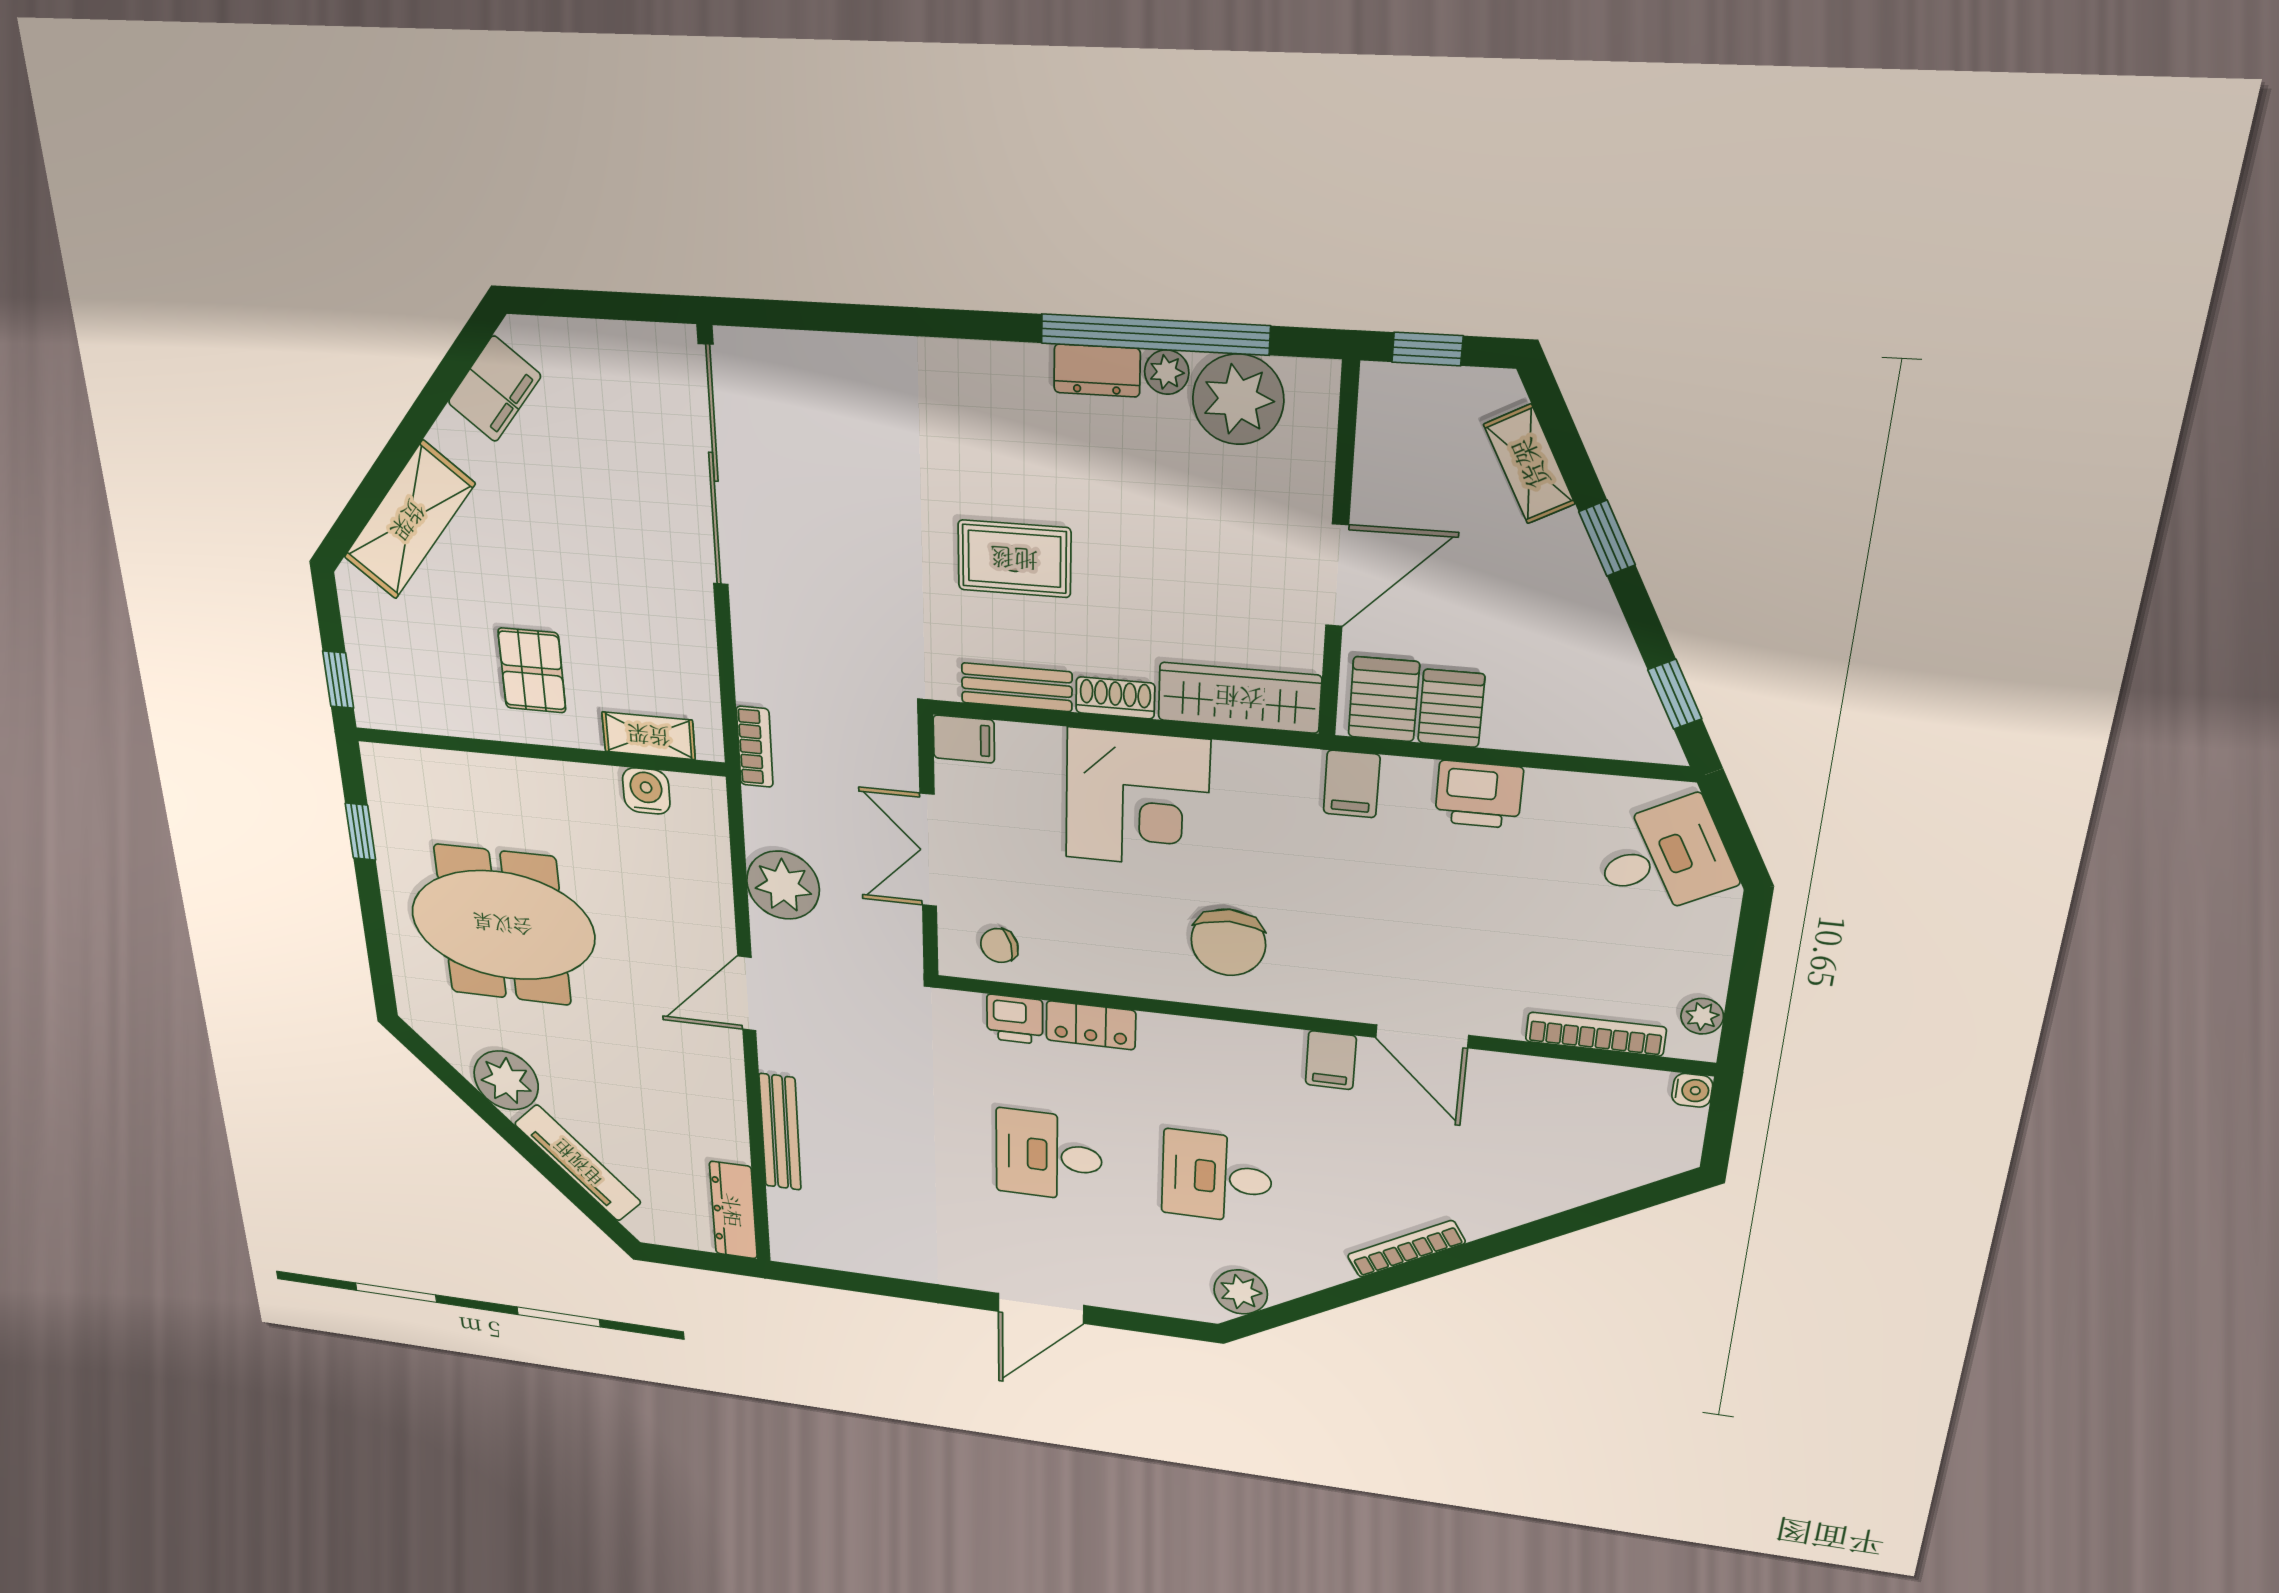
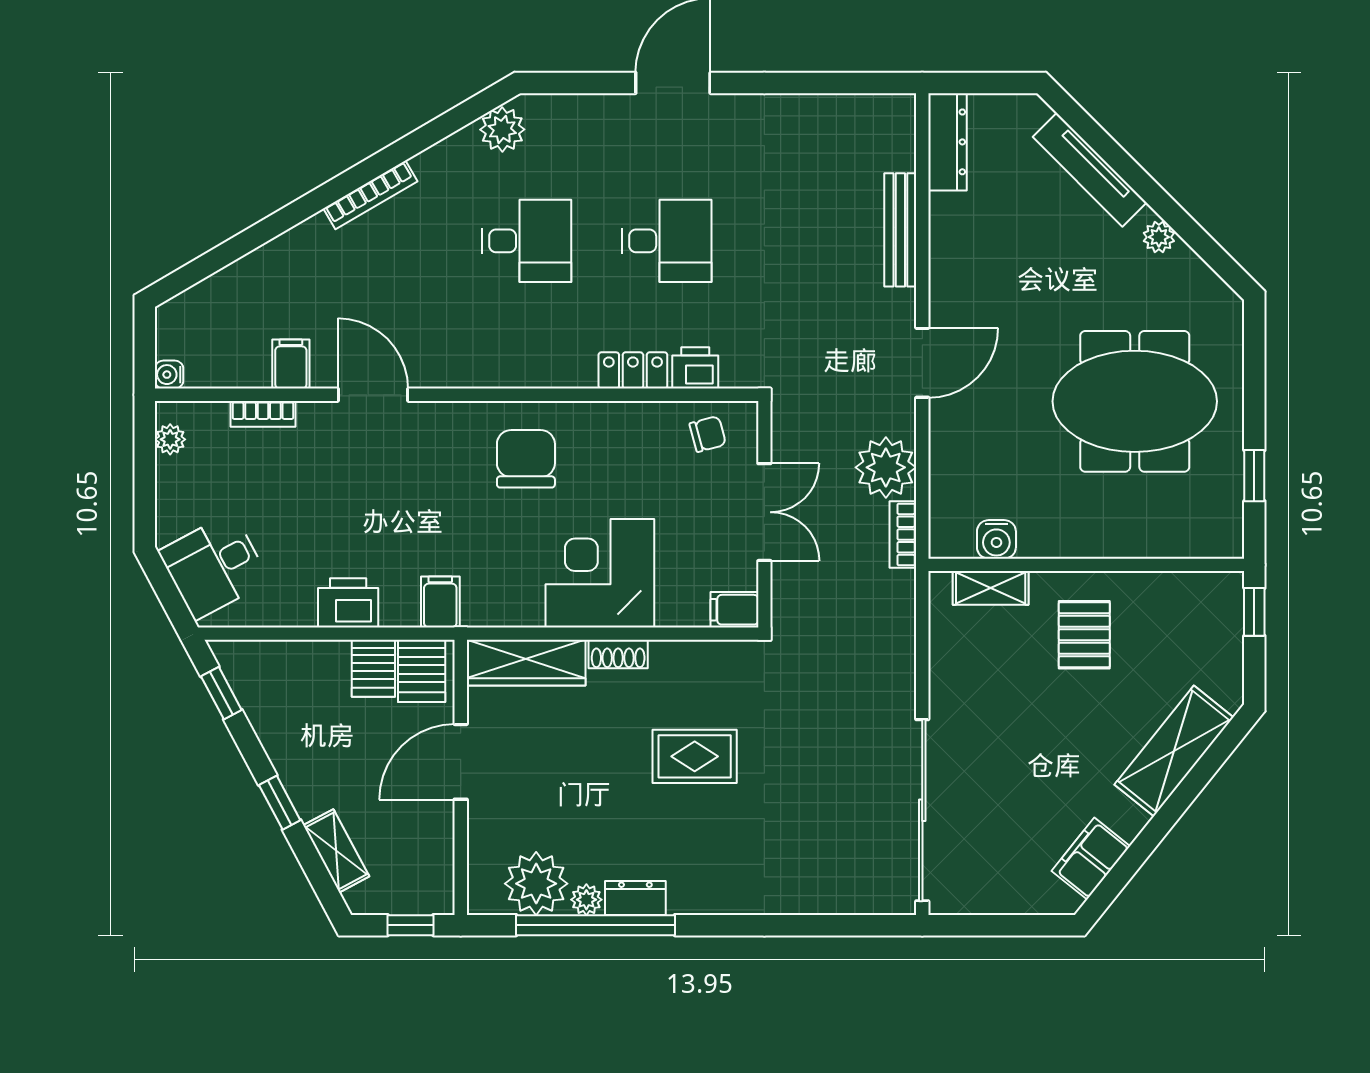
bench: (1017, 687) -> (693, 656), removed
bookcase: (755, 747) -> (903, 534), moved
bookcase: (1596, 1034) -> (263, 414), width x0.64
filing cabinet: (1331, 1060) -> (291, 364), moved
plant: (506, 1080) -> (1159, 237), width x0.53, depth x0.53

